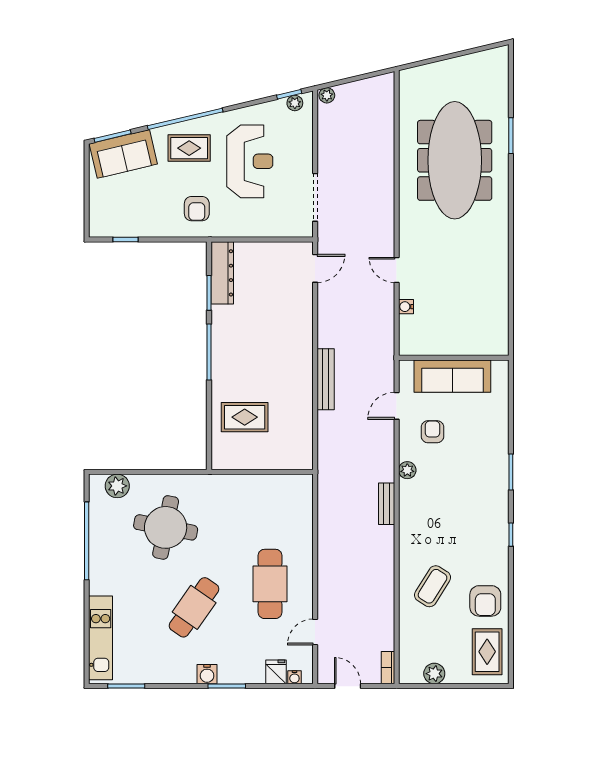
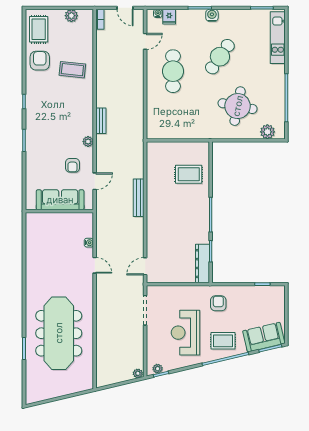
coffee table: (433, 586) -> (72, 70), turned 64

